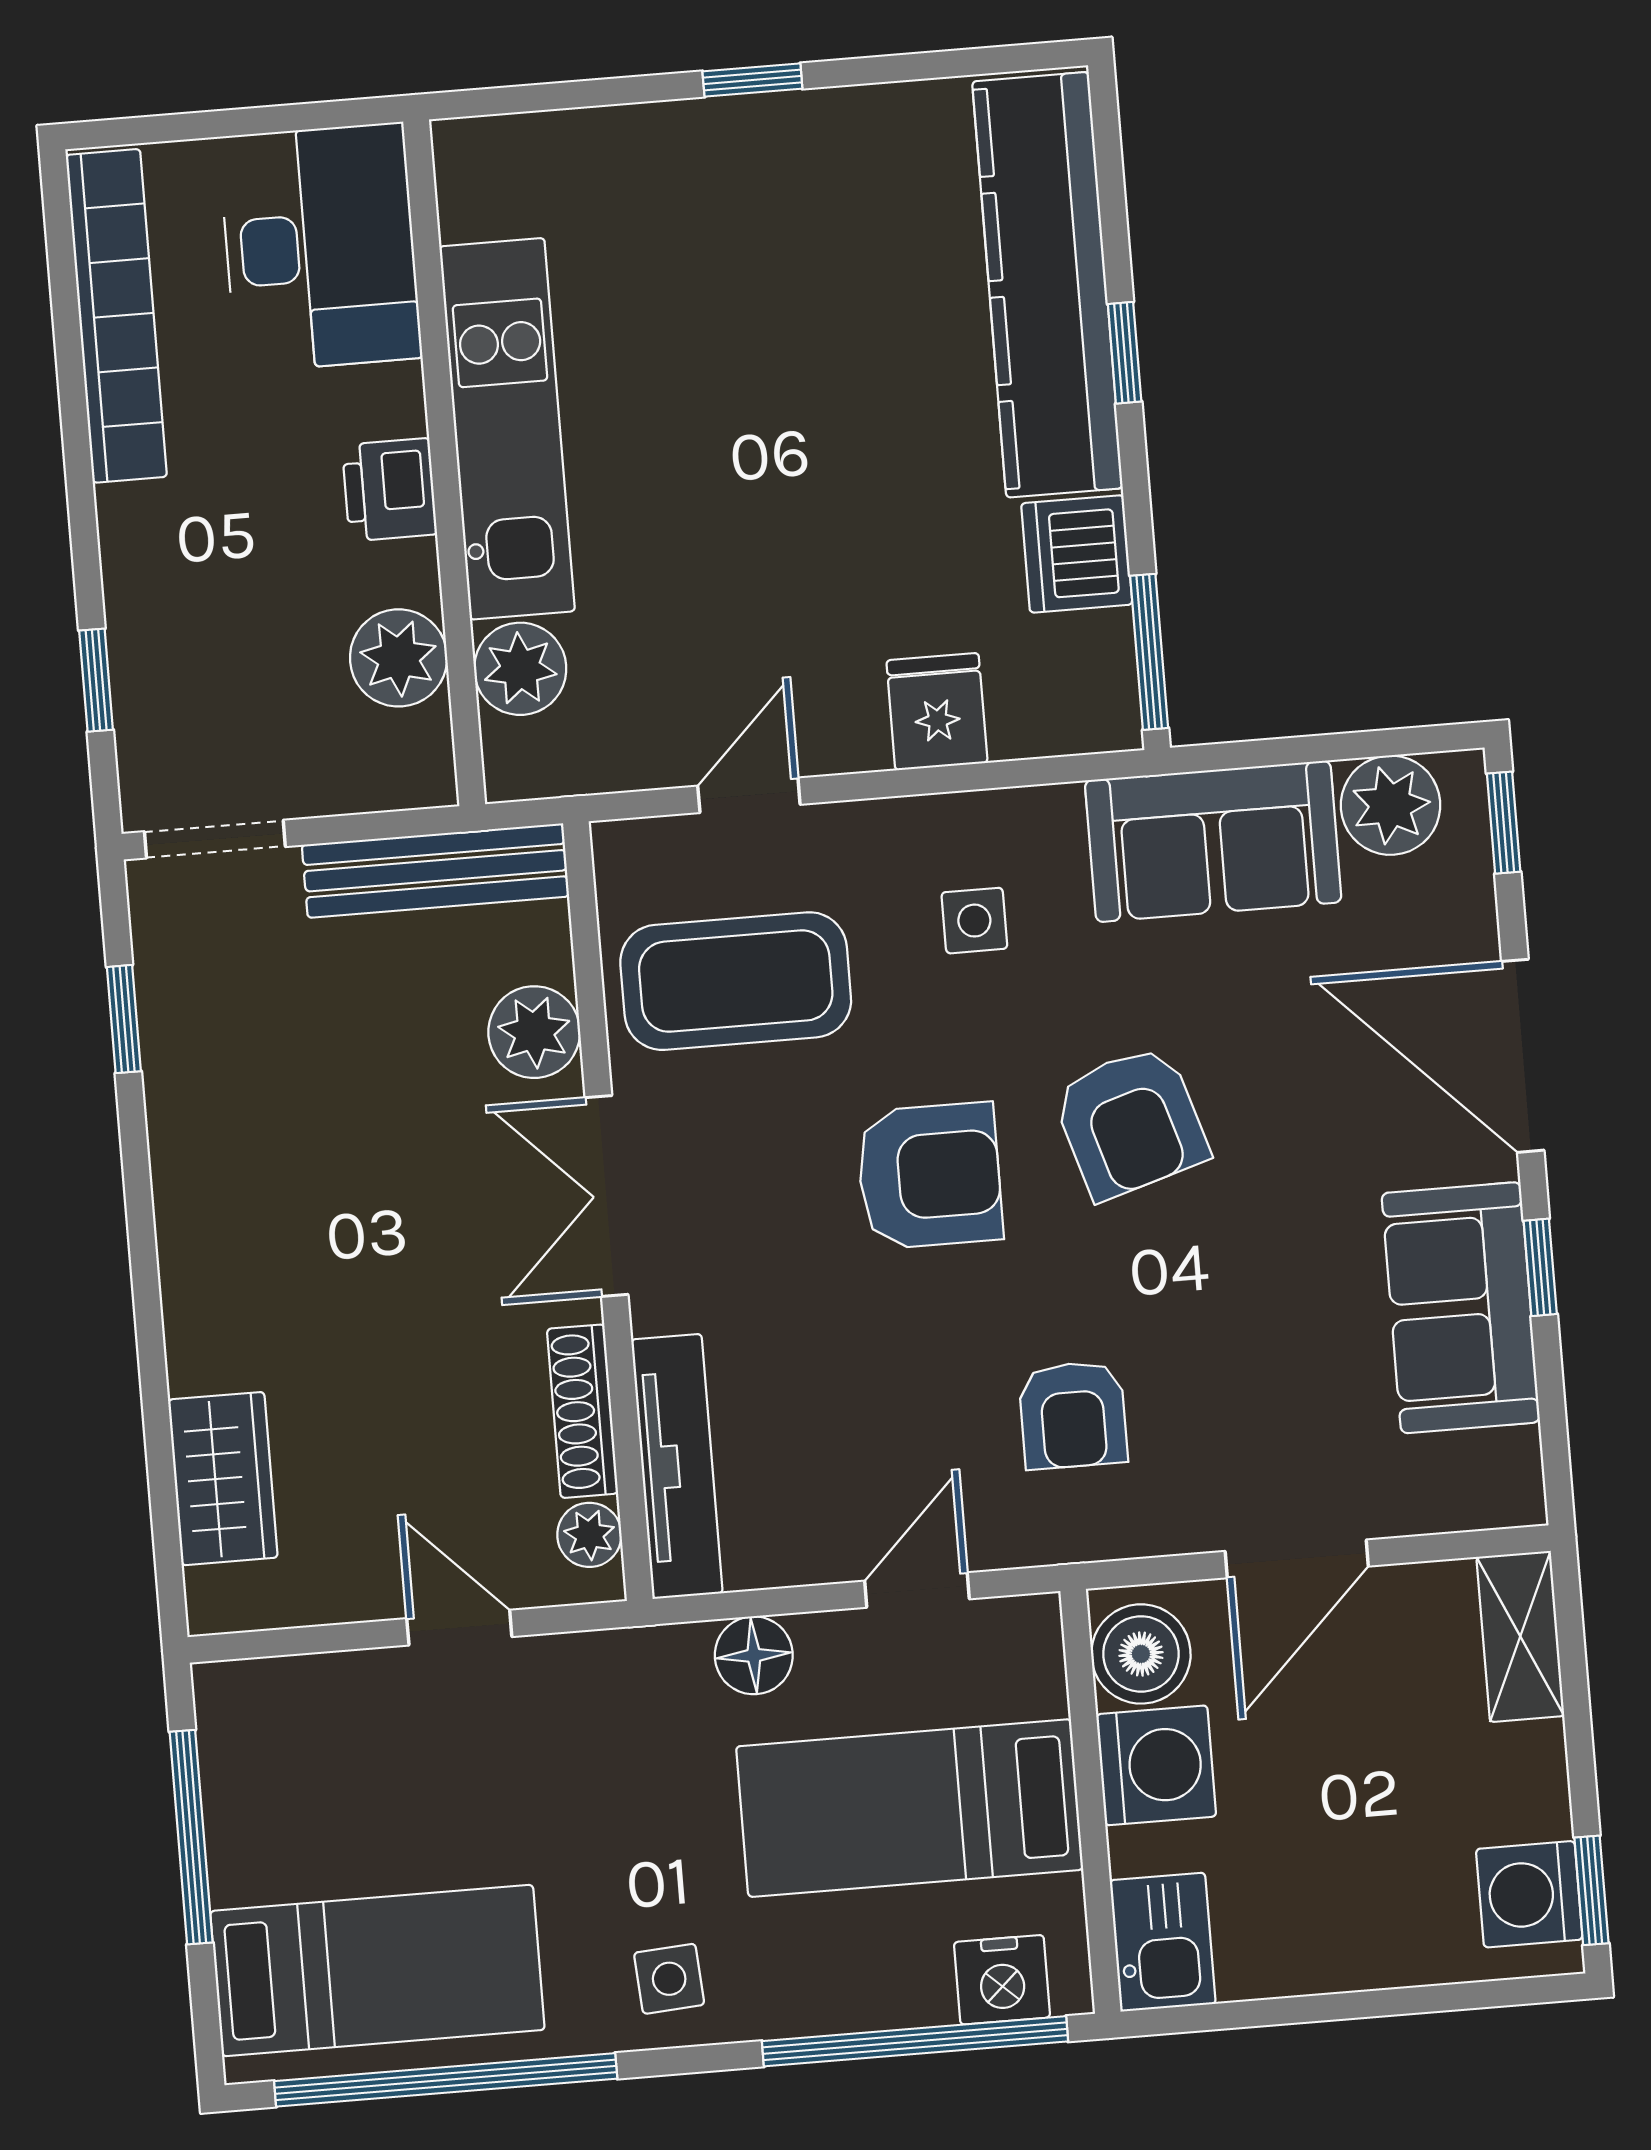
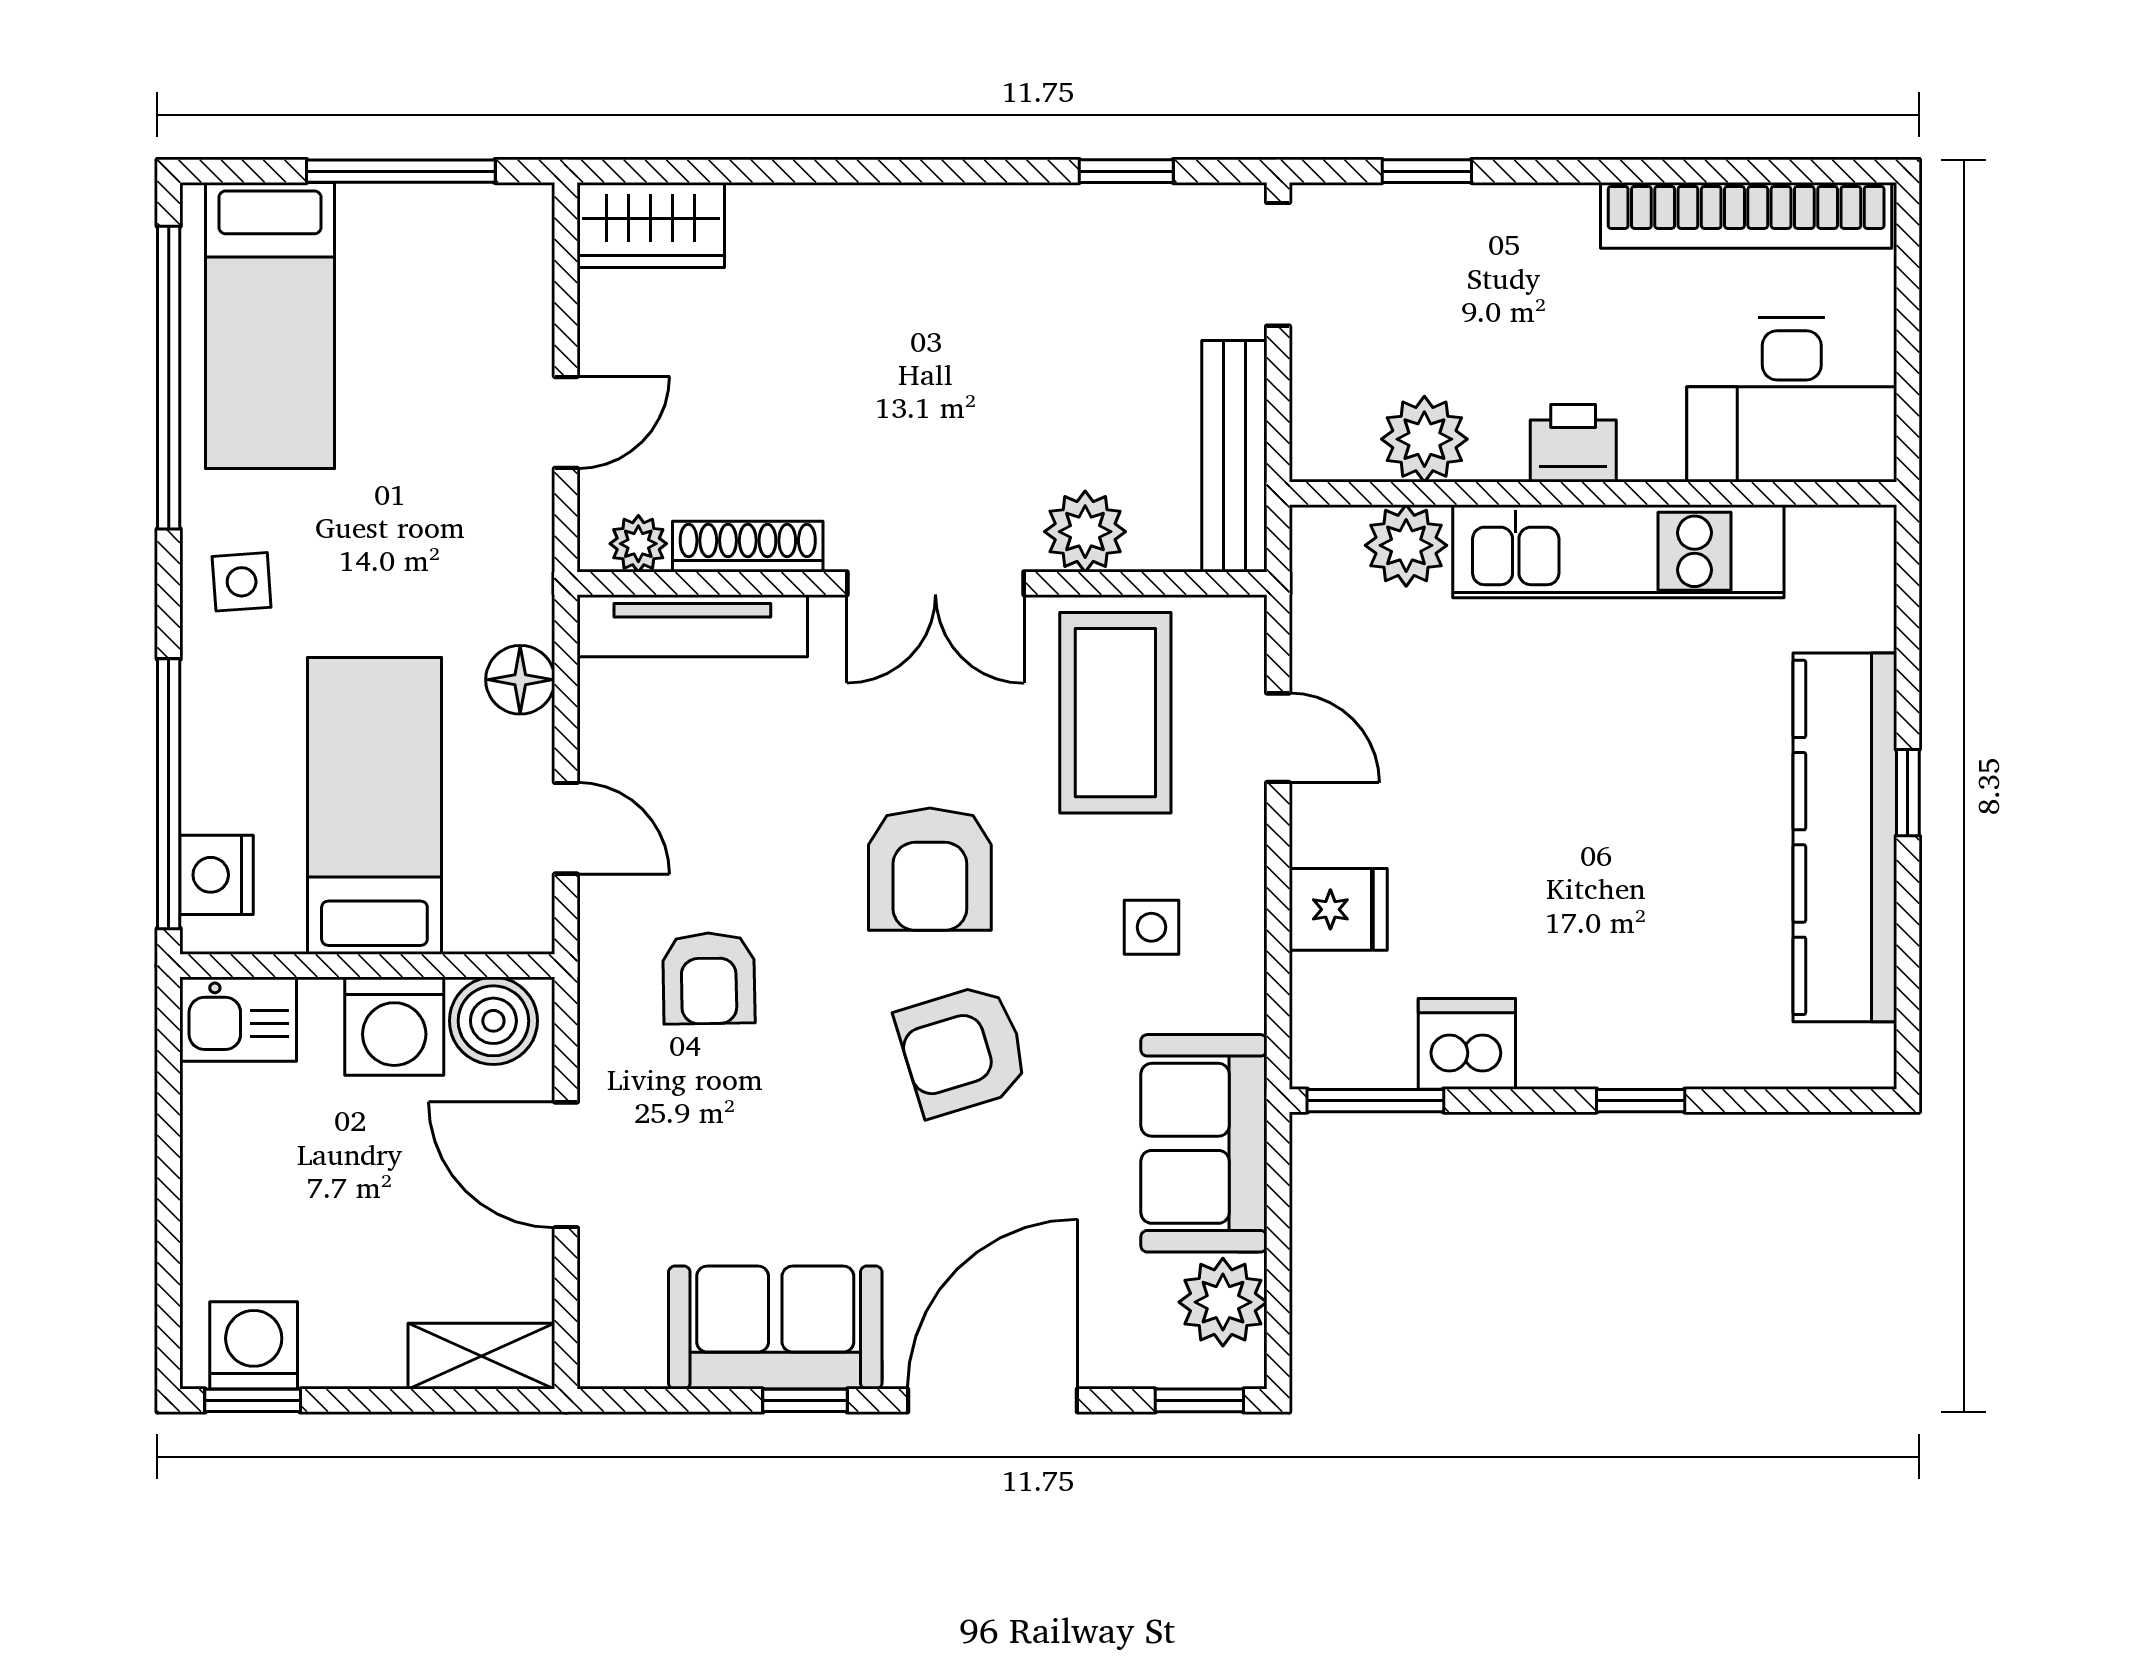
kitchen counter: (1048, 285) -> (1845, 837), moved, turned -90
double door: (607, 1196) -> (935, 583), swing flipped
armchair: (1073, 1415) -> (709, 978), turned -91
wardrobe: (223, 1479) -> (651, 225), moved

